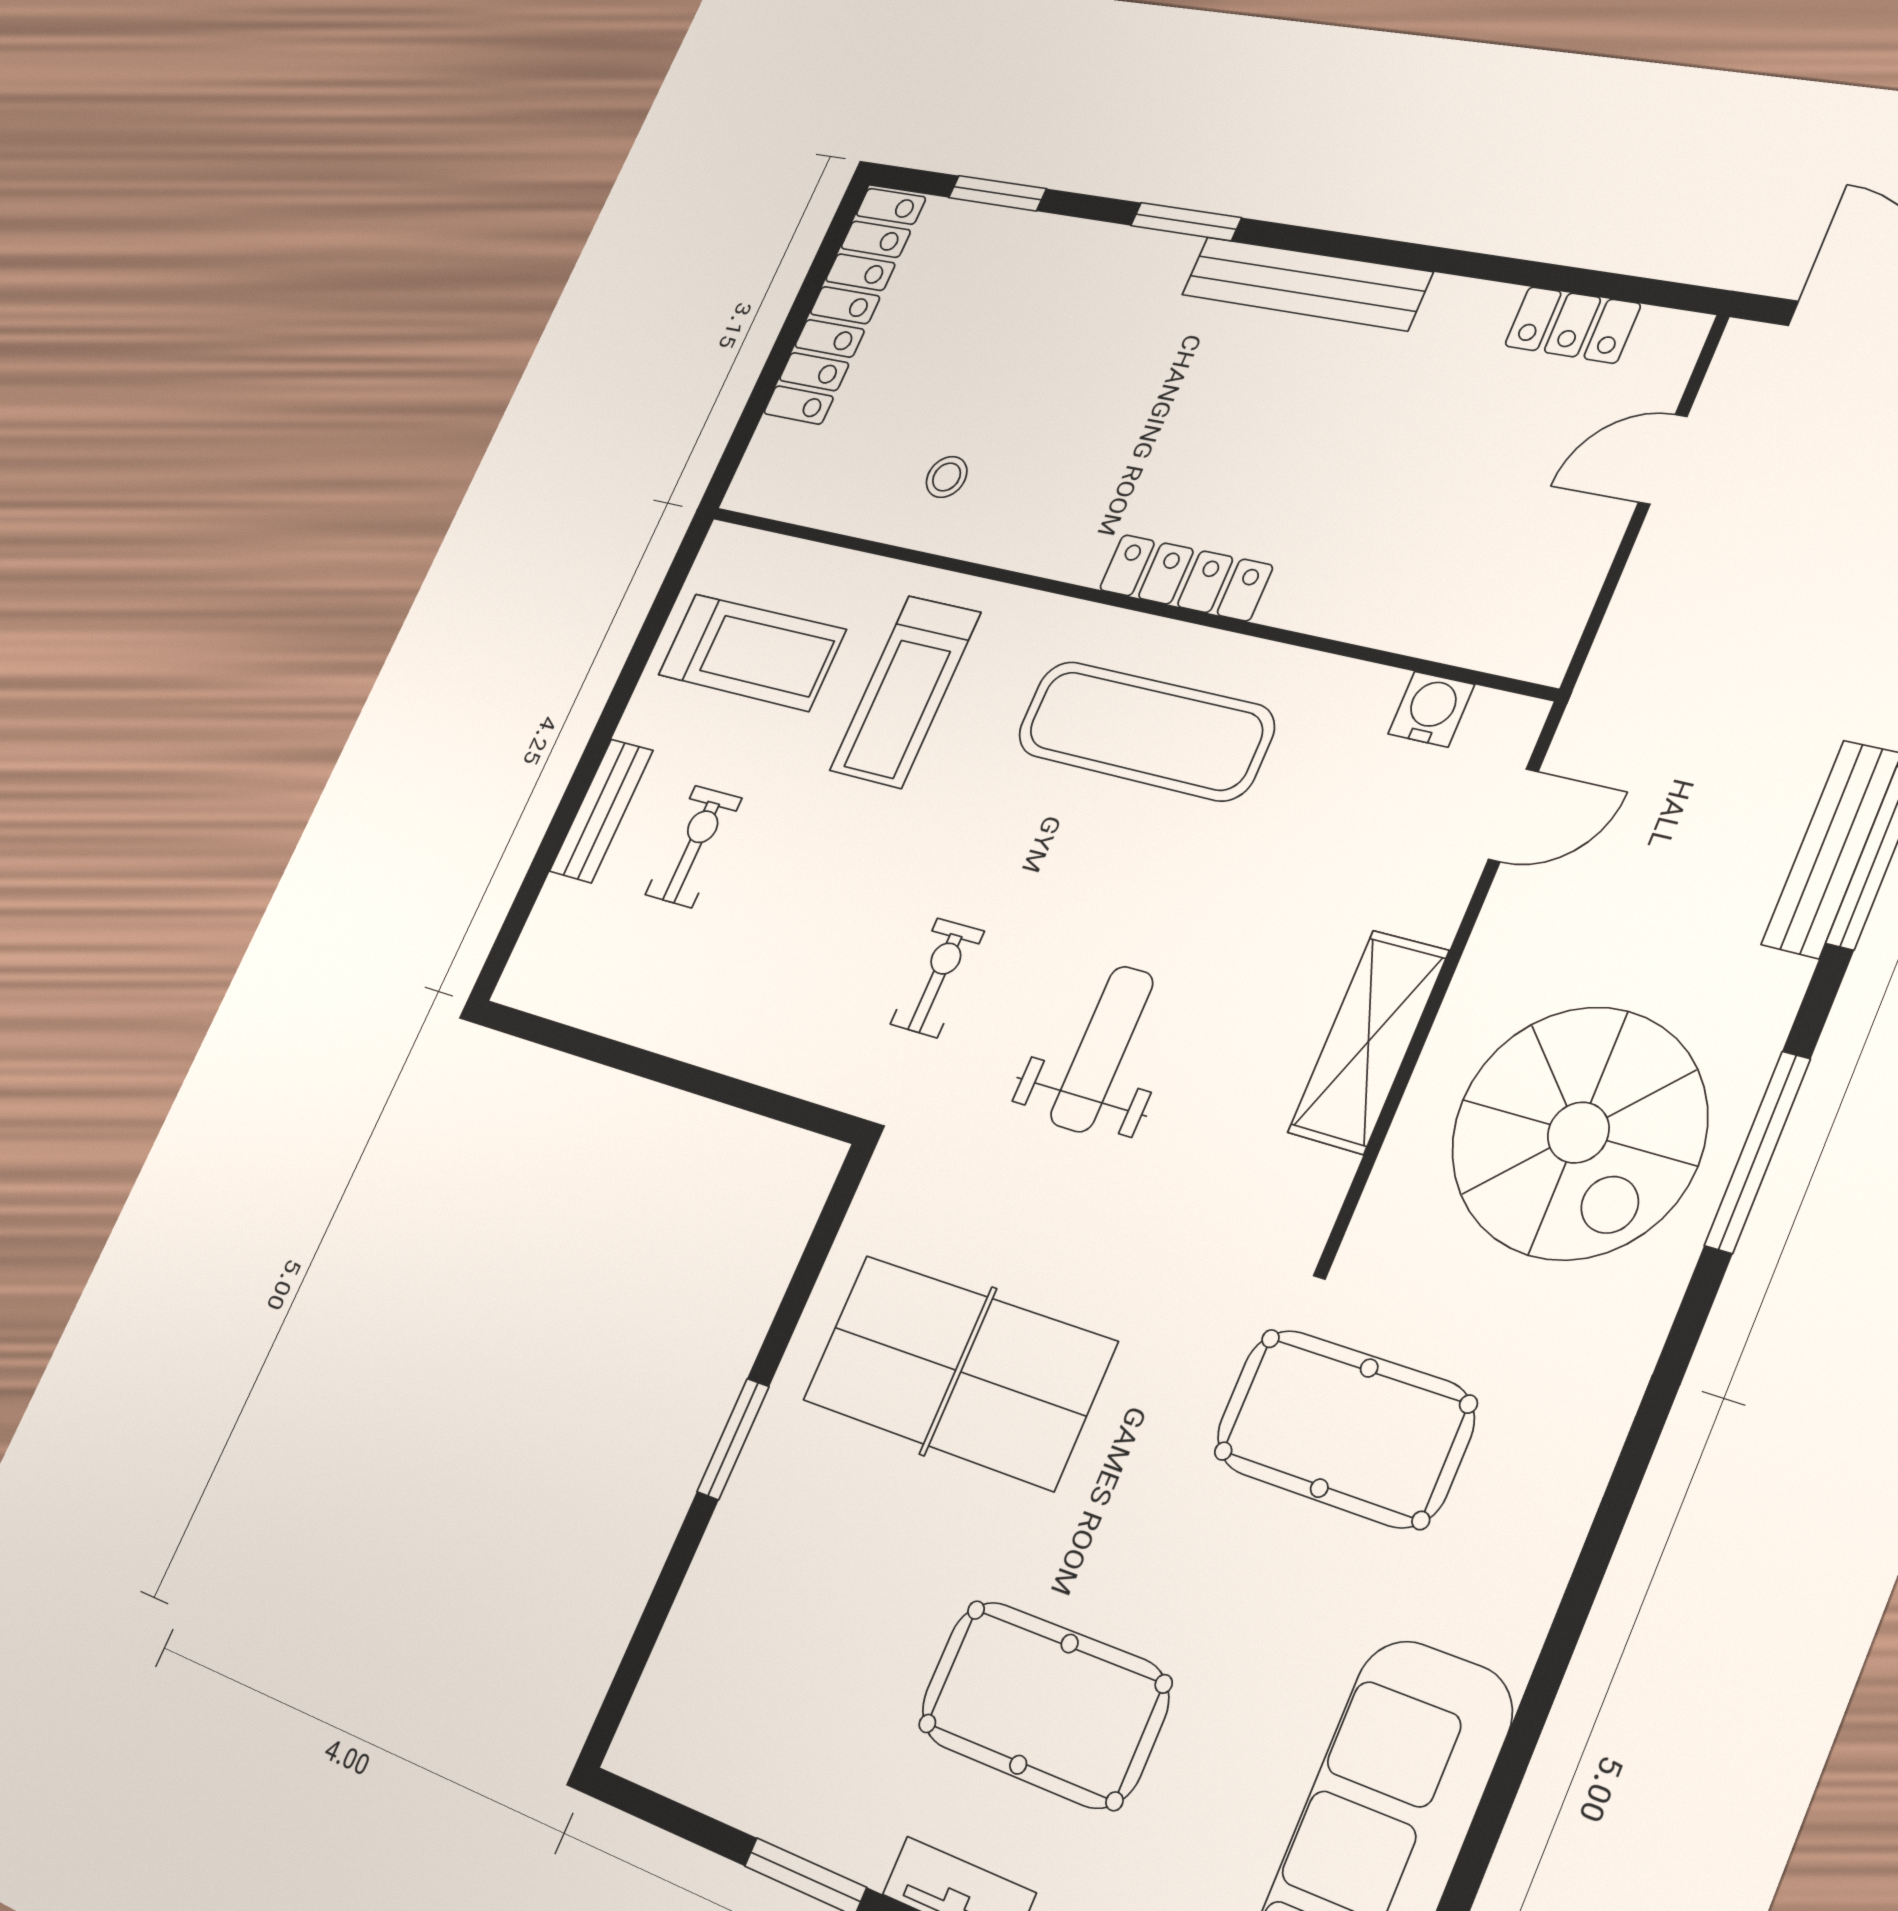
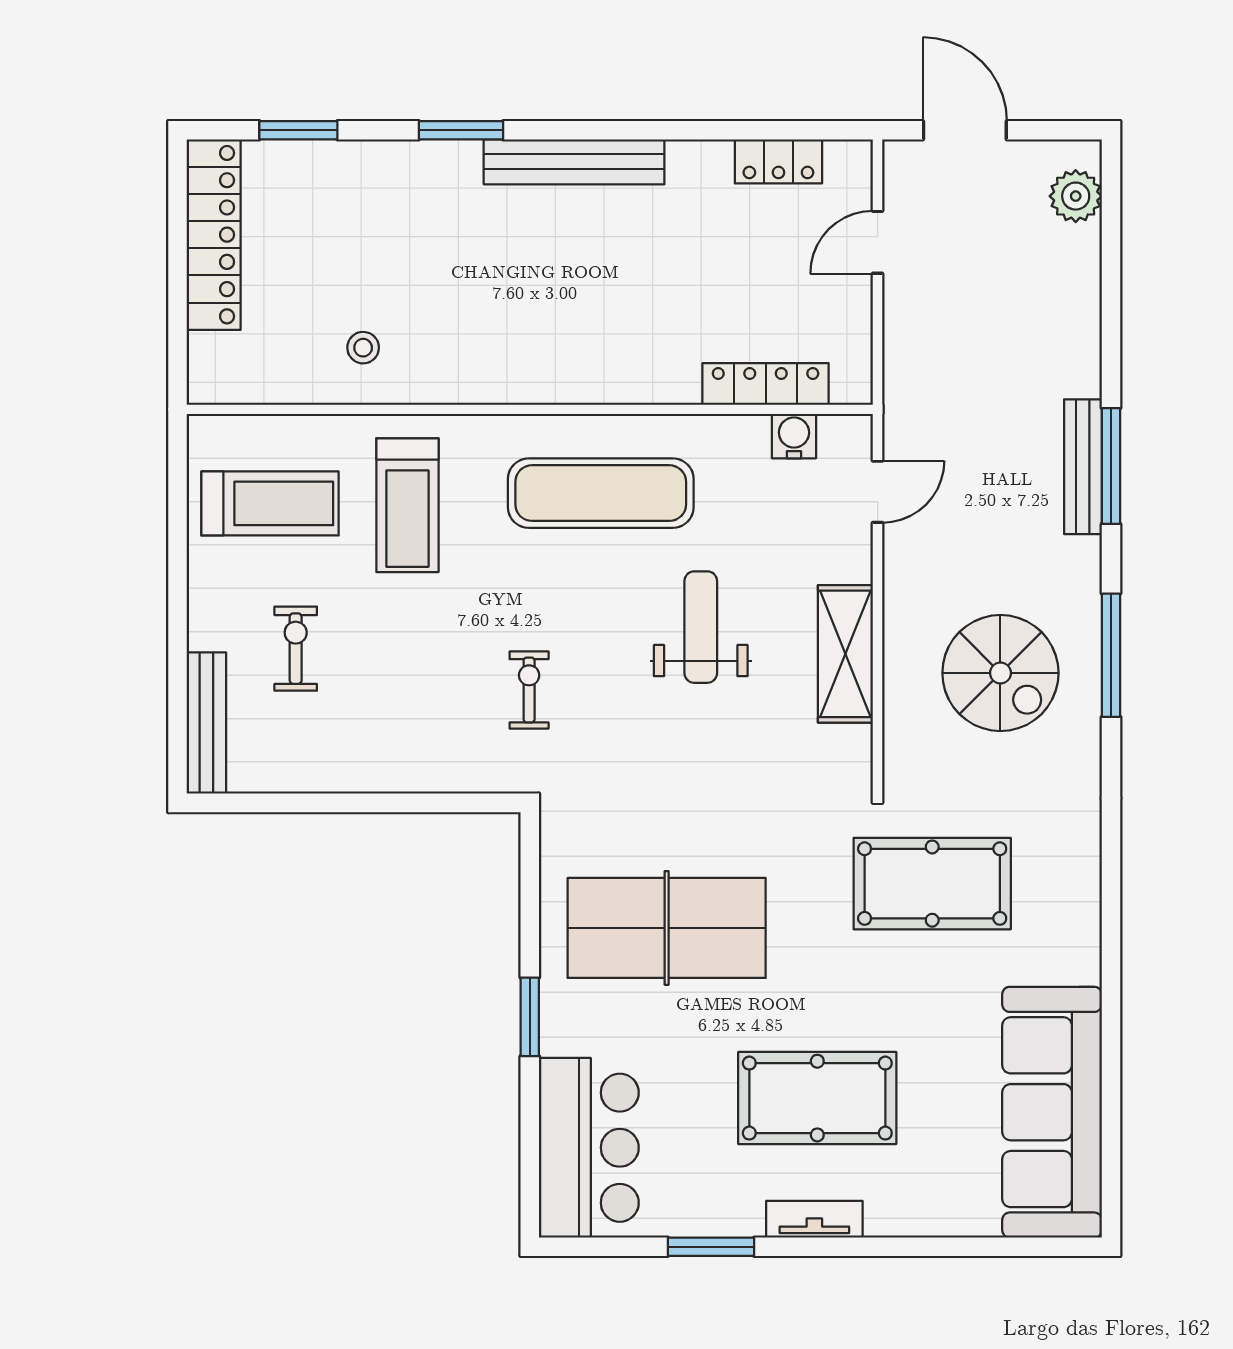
locker: (1185, 578) -> (766, 384), moved
bench: (601, 811) -> (206, 723), moved, width x1.36
weight bench: (1102, 1049) -> (701, 627), moved
spiral stairs: (1578, 1133) -> (1000, 673), width x0.73, depth x0.73
bar counter: (719, 1659) -> (589, 1148), added

